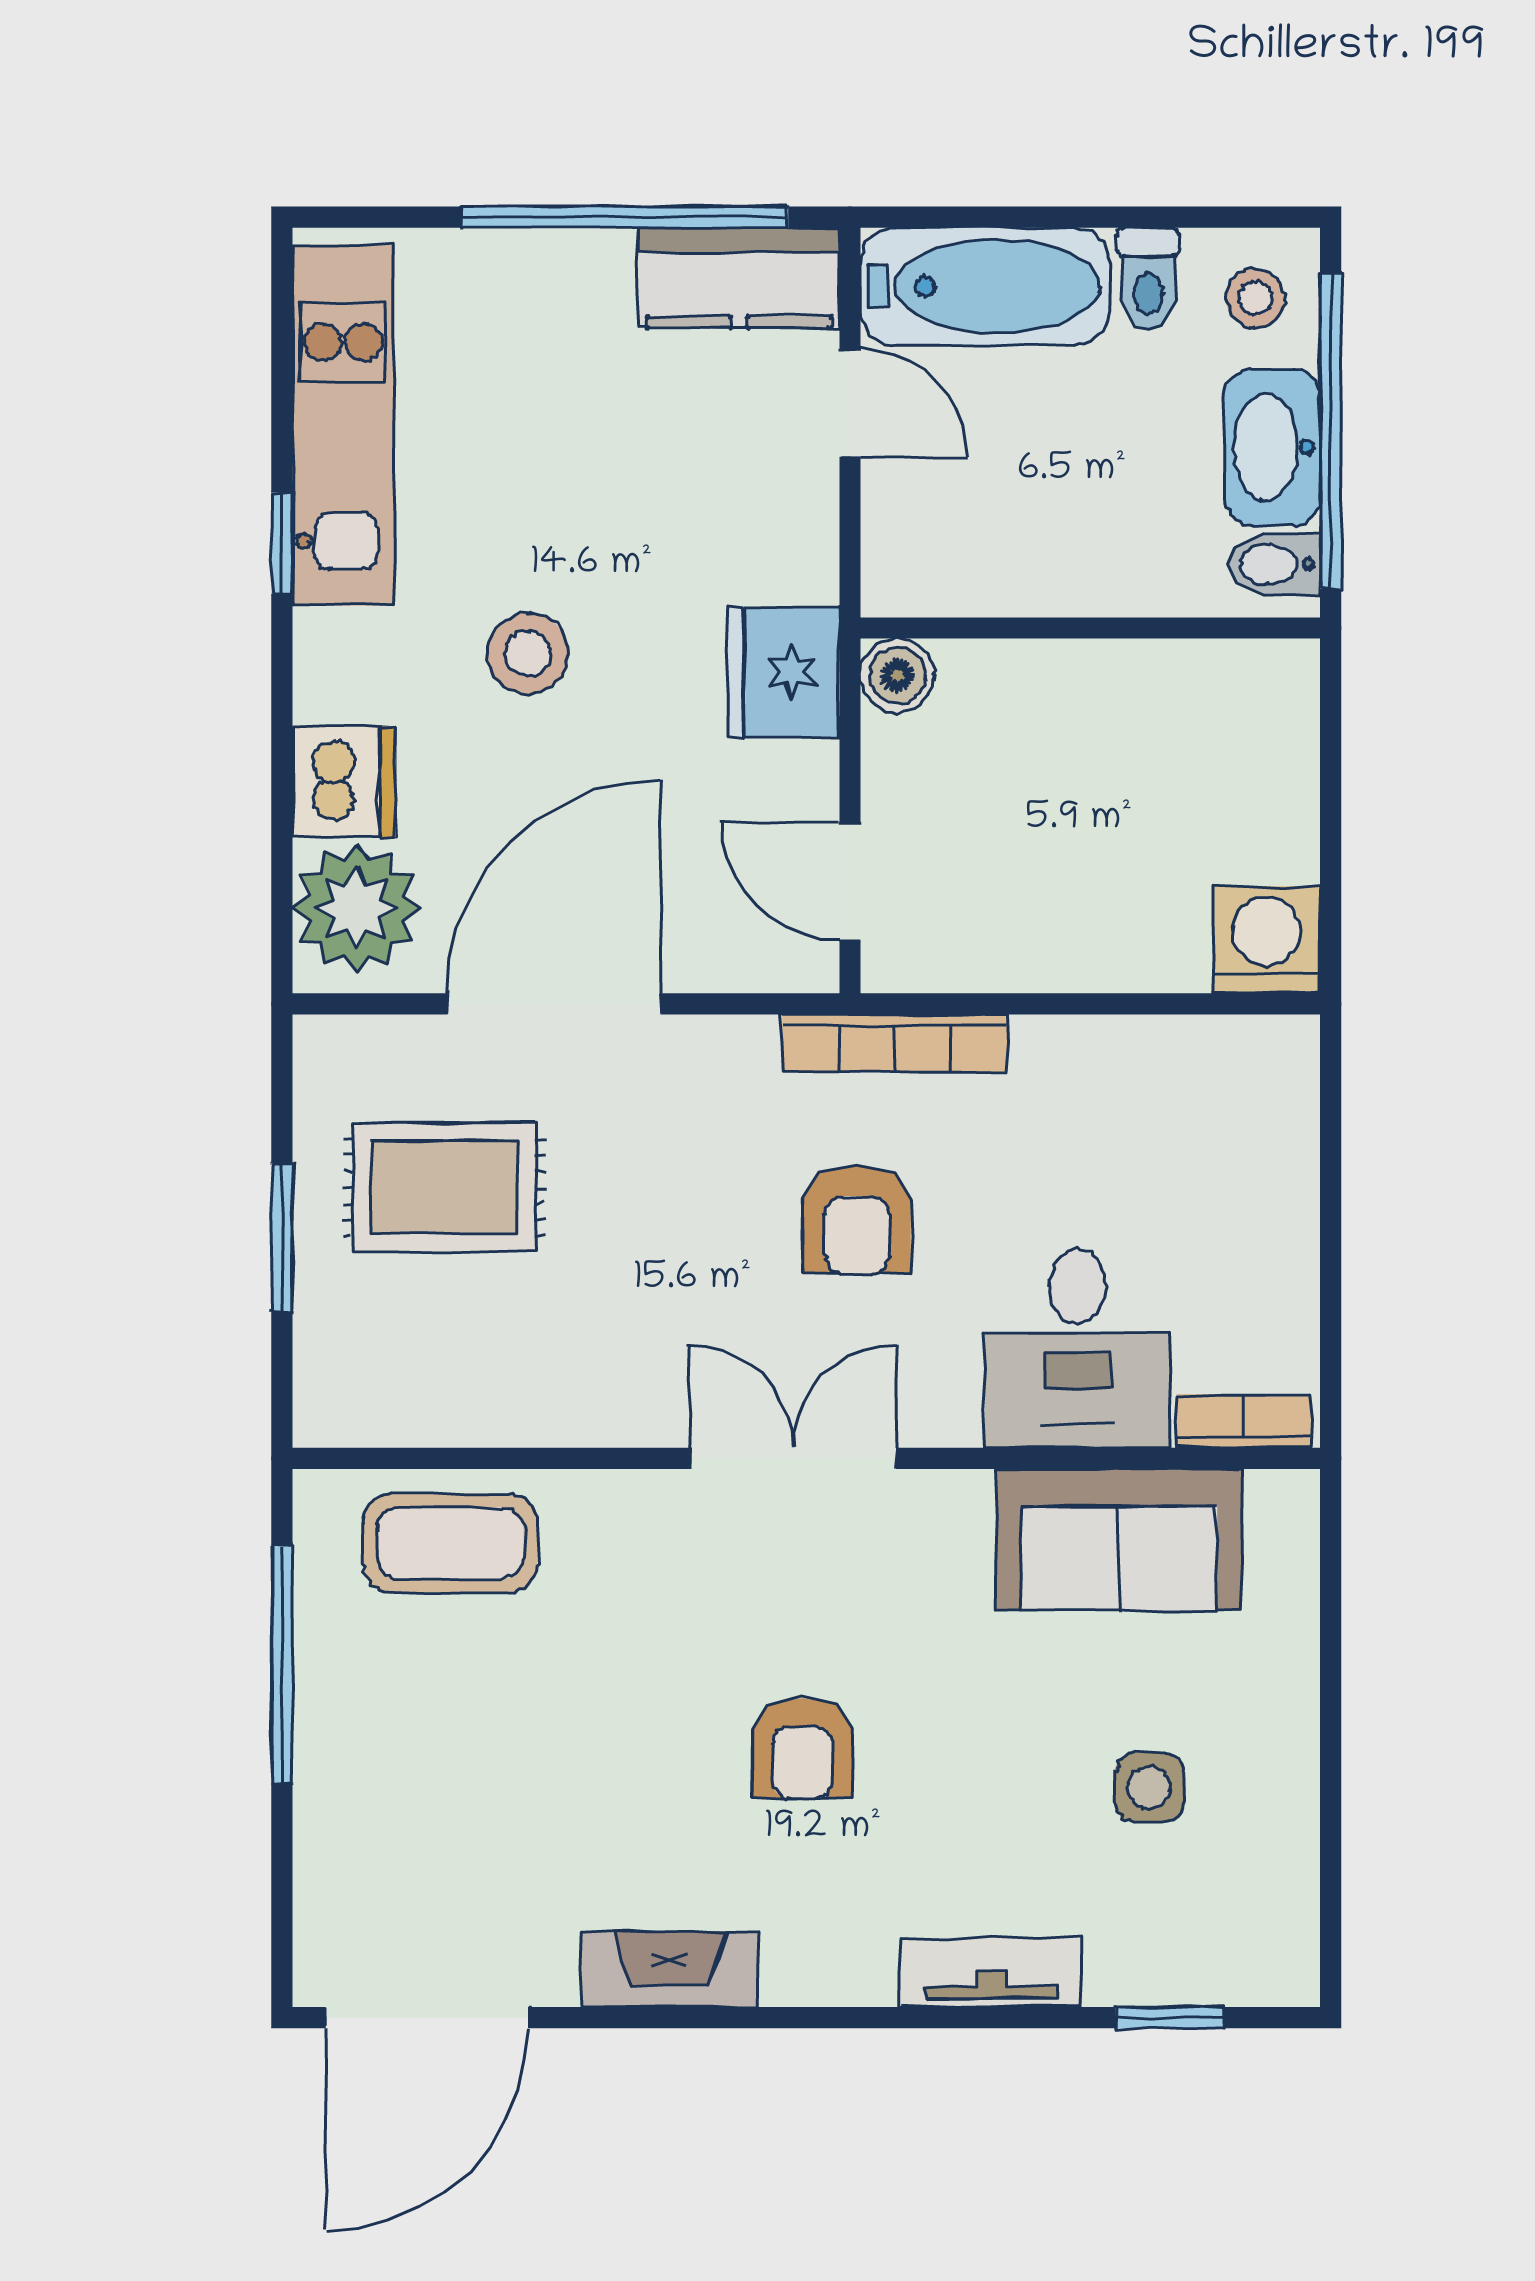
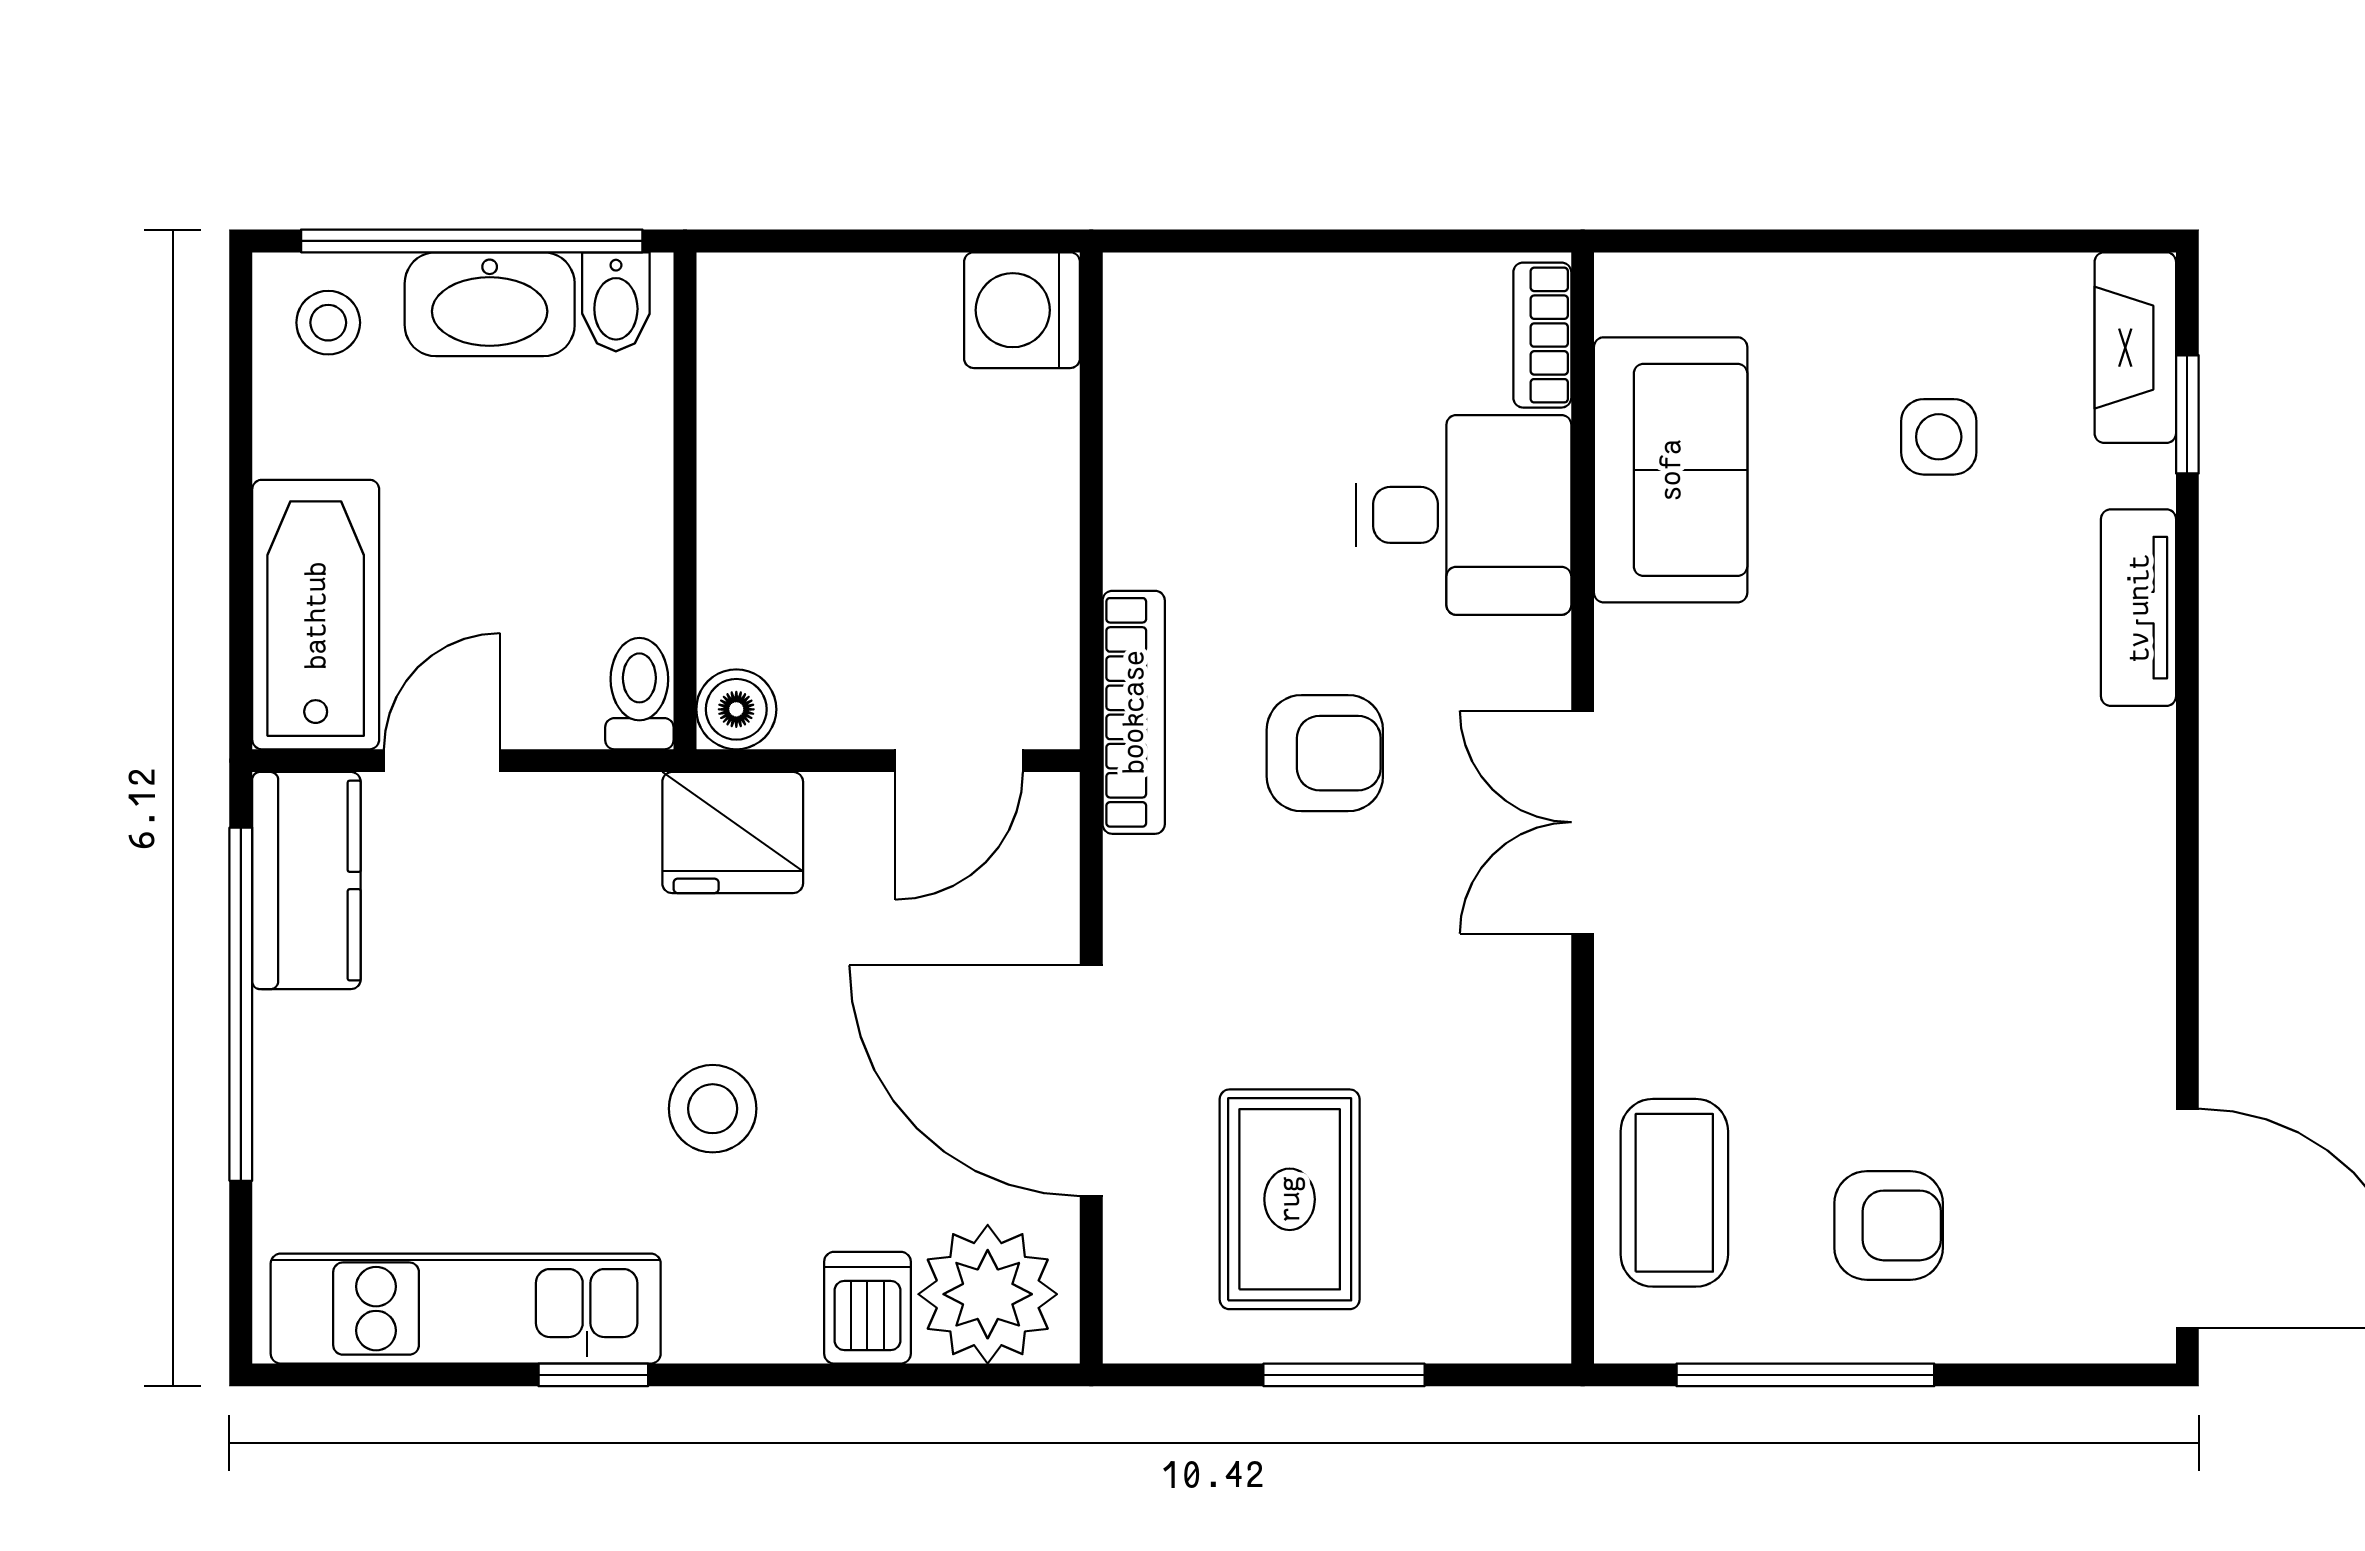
toilet: (1148, 279) -> (639, 694), moved, turned -90
dishwasher: (344, 782) -> (867, 1308), width x0.73
armchair: (802, 1748) -> (1889, 1225), moved
fireplace: (670, 1970) -> (2135, 348), moved

